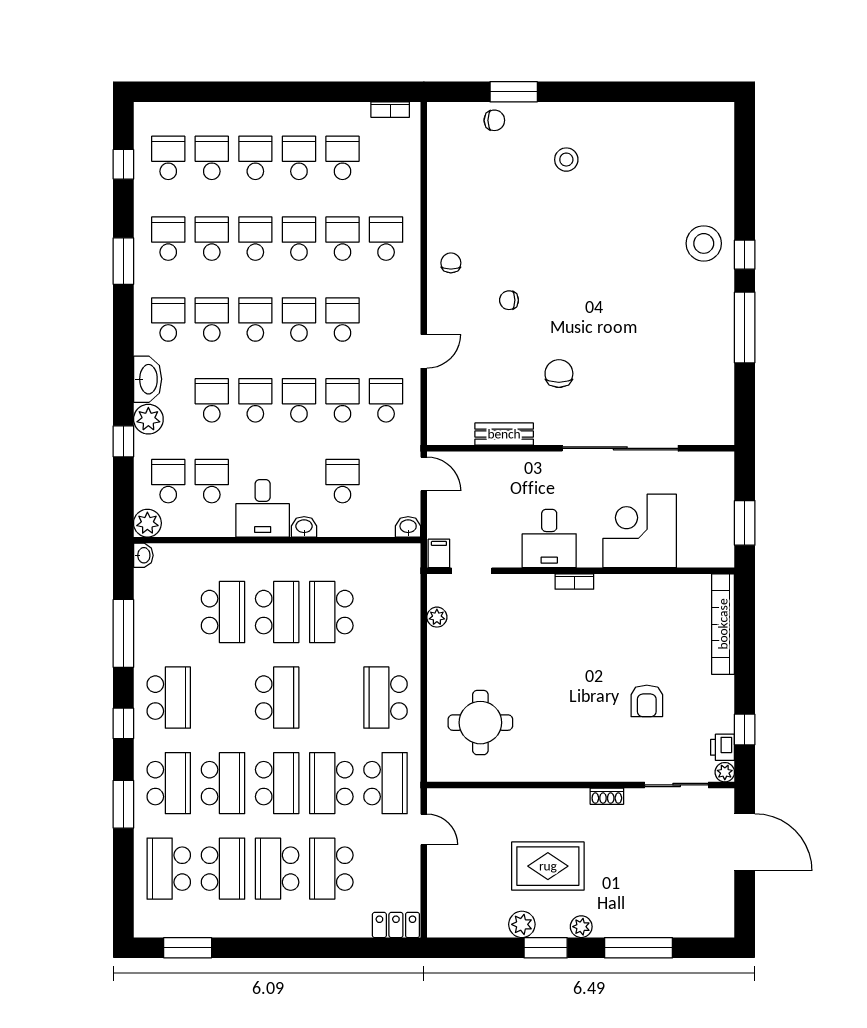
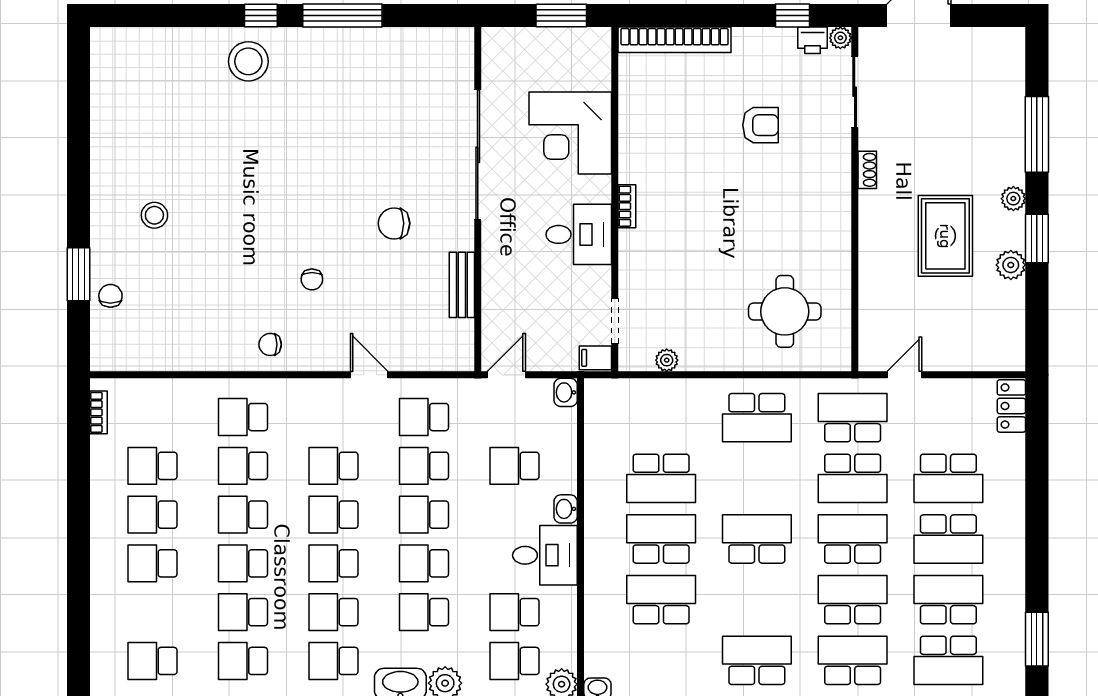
school desk: (212, 158) -> (152, 612), removed

